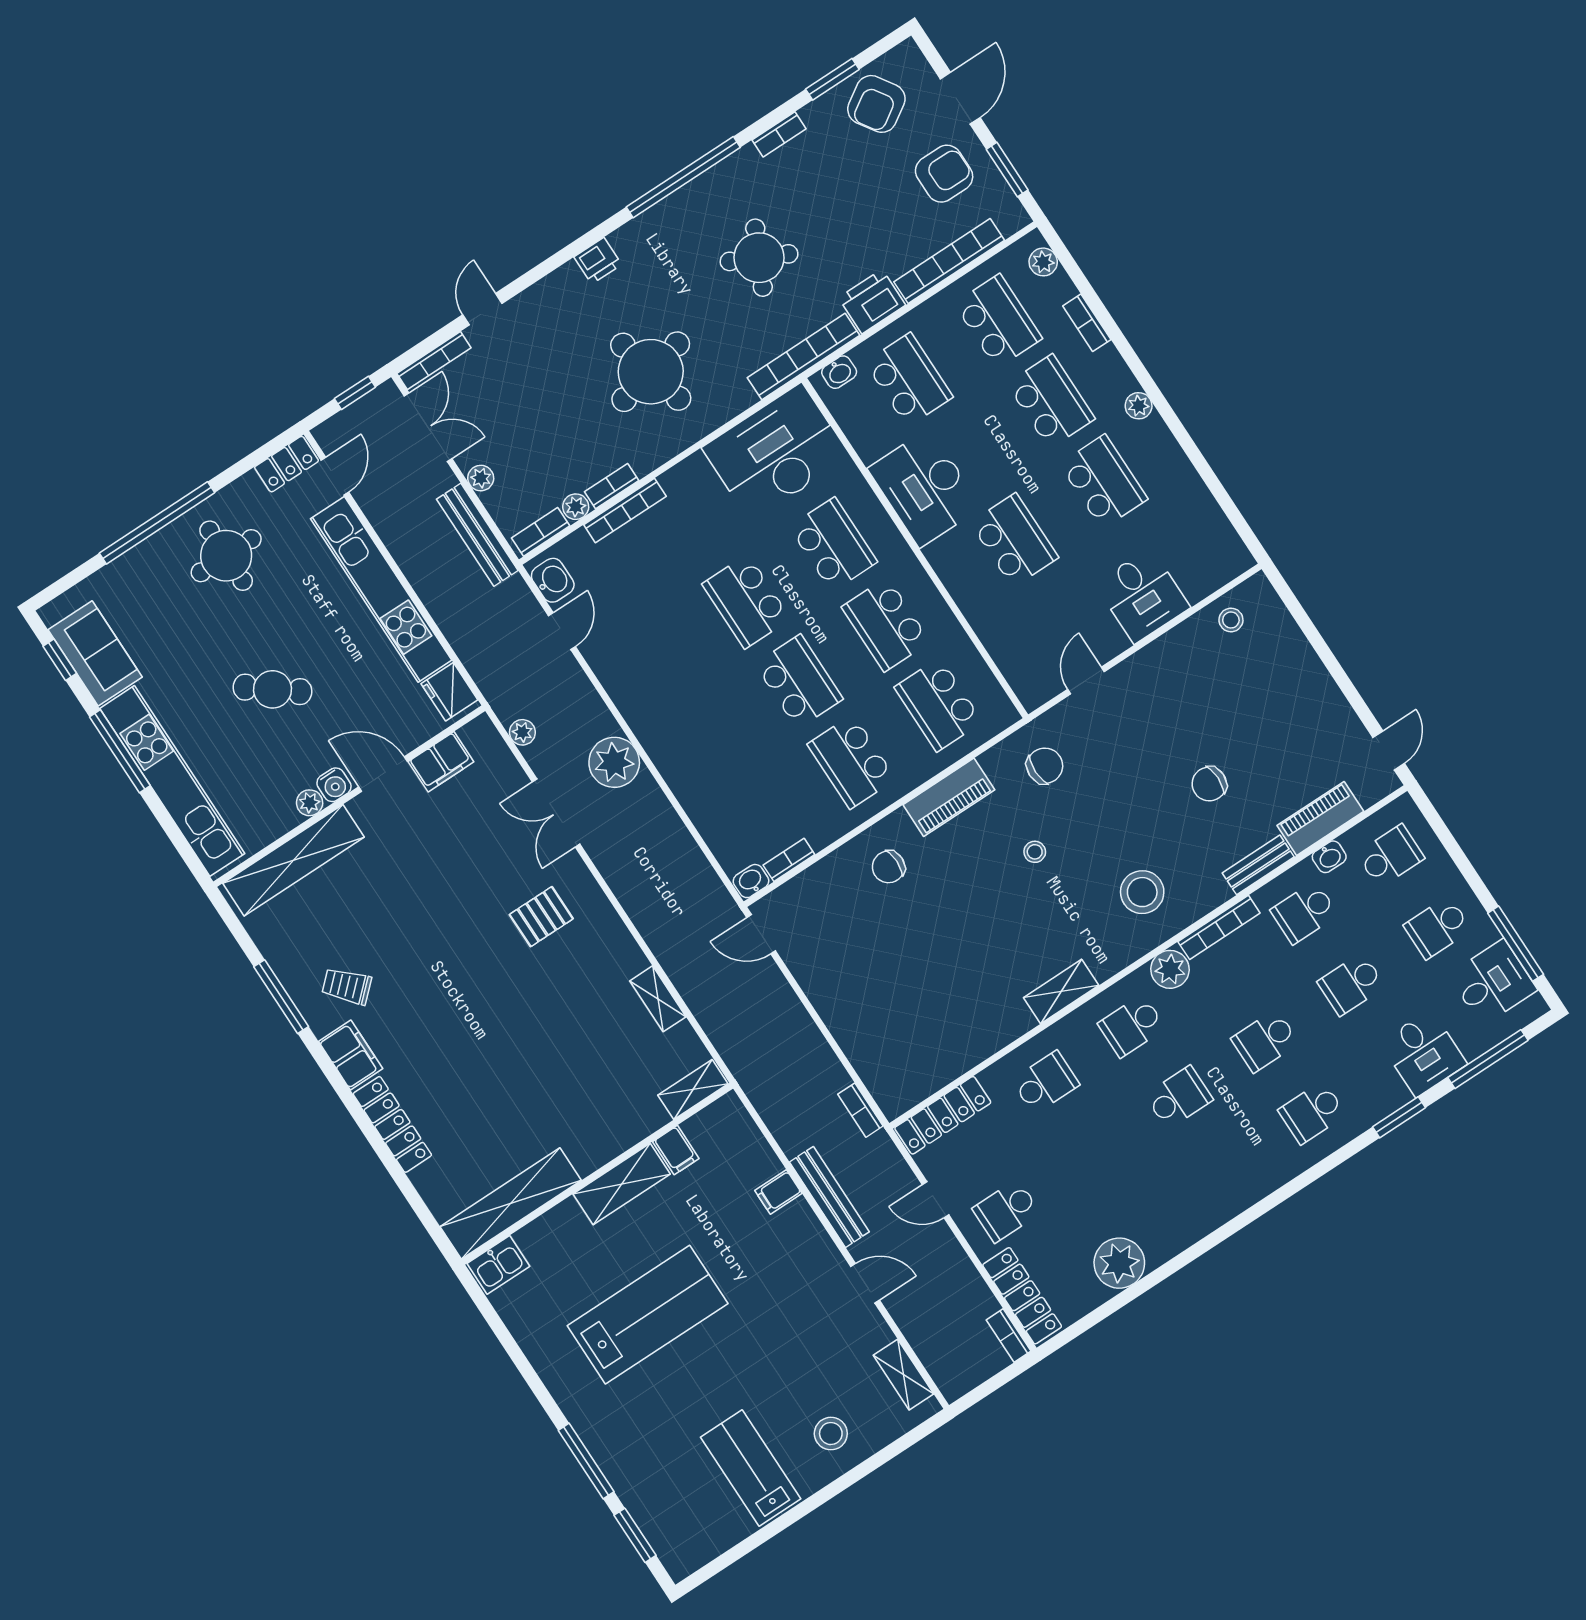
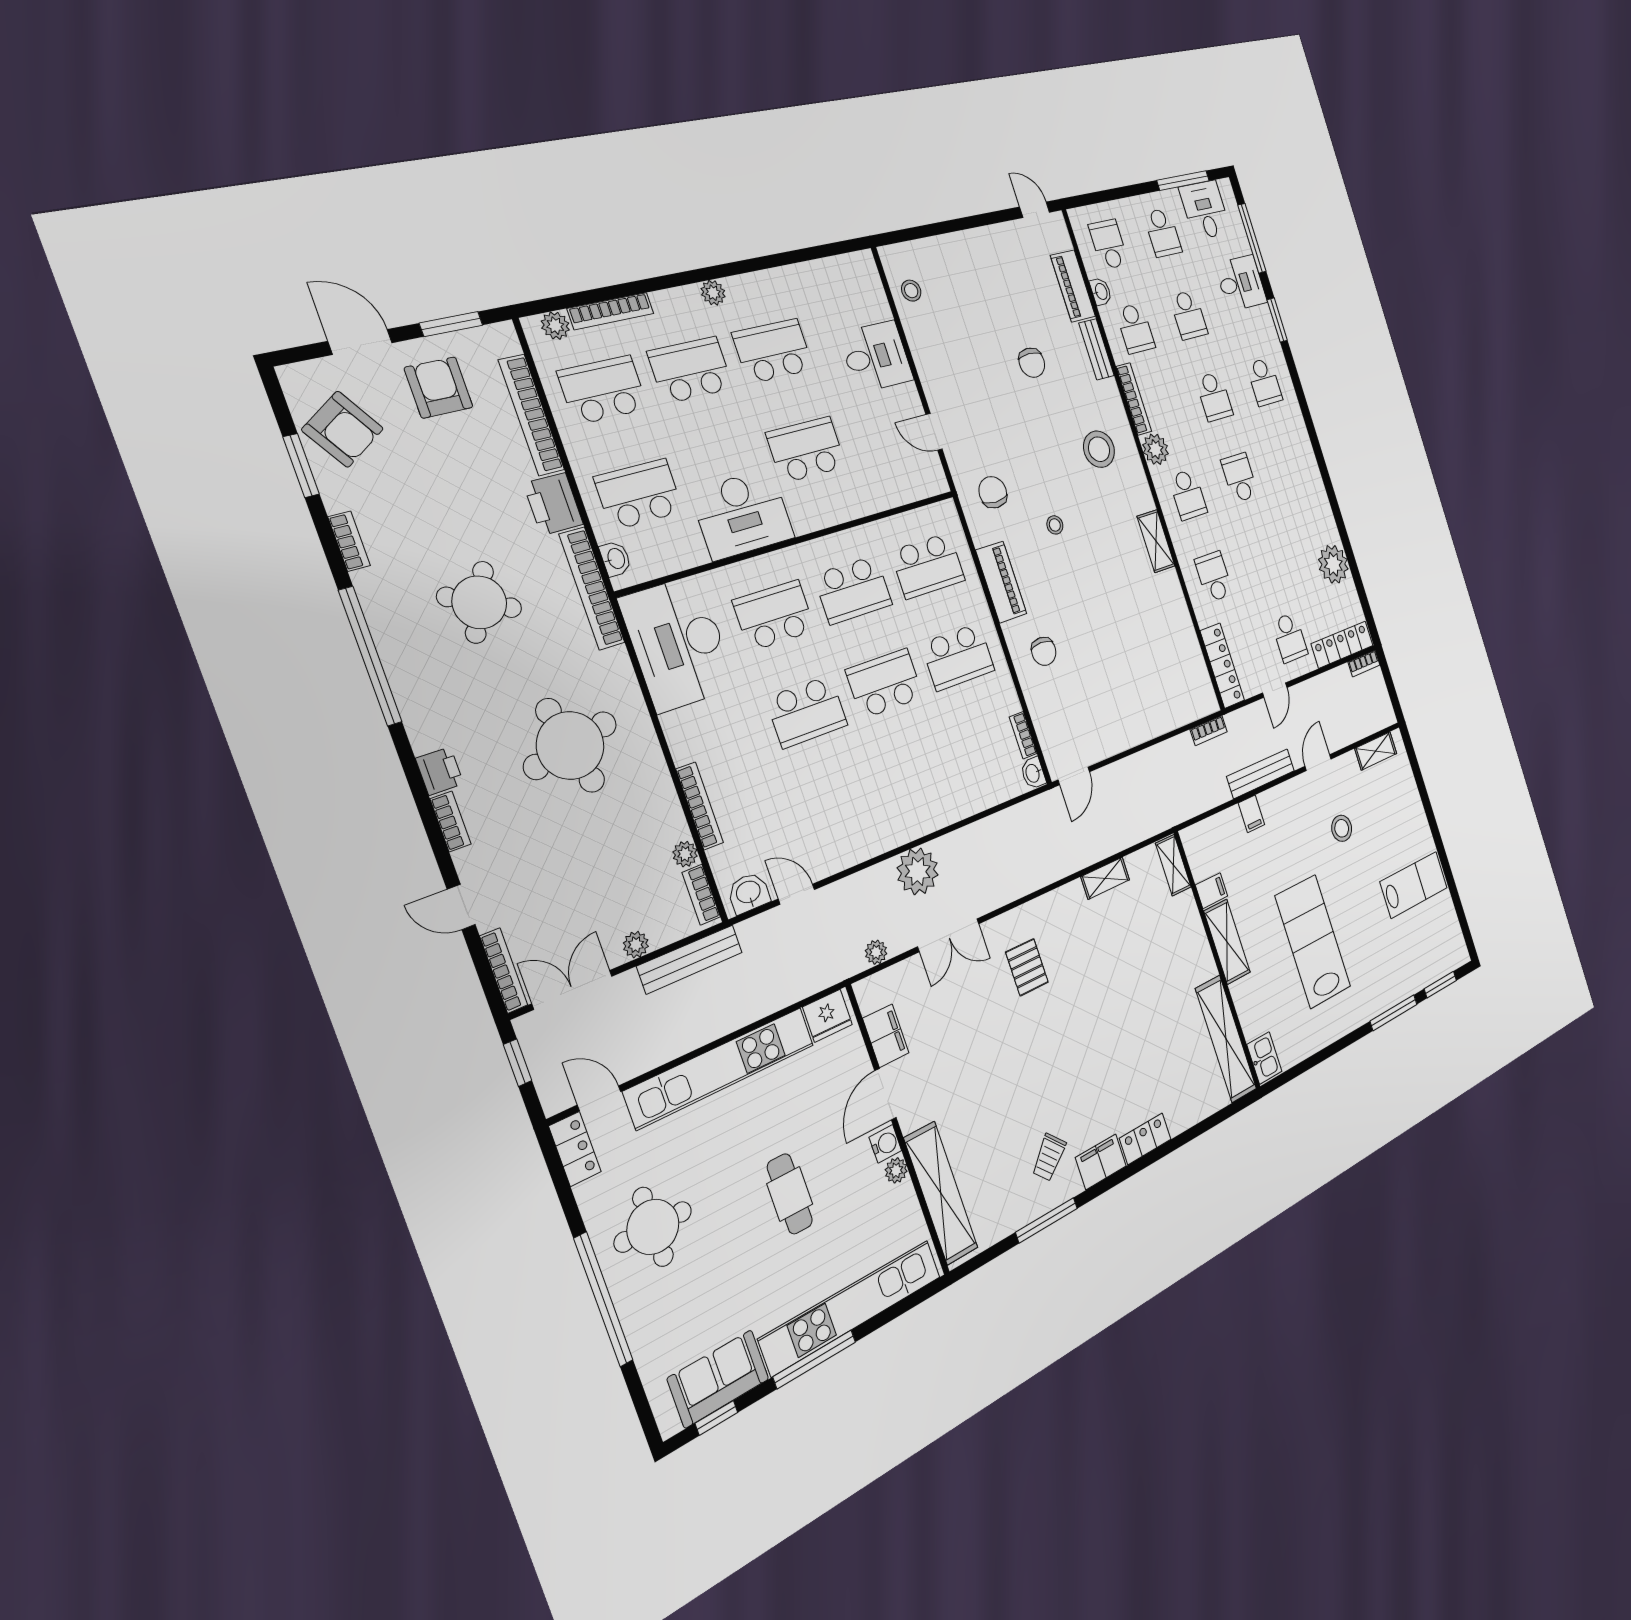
bookcase: (1087, 323) -> (611, 311), width x1.56
bookcase: (612, 486) -> (451, 821), moved, turned 180
cafe table: (272, 689) -> (790, 1194), turned -38
locker: (392, 1124) -> (1145, 1139), width x0.66
stool: (831, 1434) -> (1342, 828), moved
lab bench: (751, 1468) -> (1414, 885), turned 180

